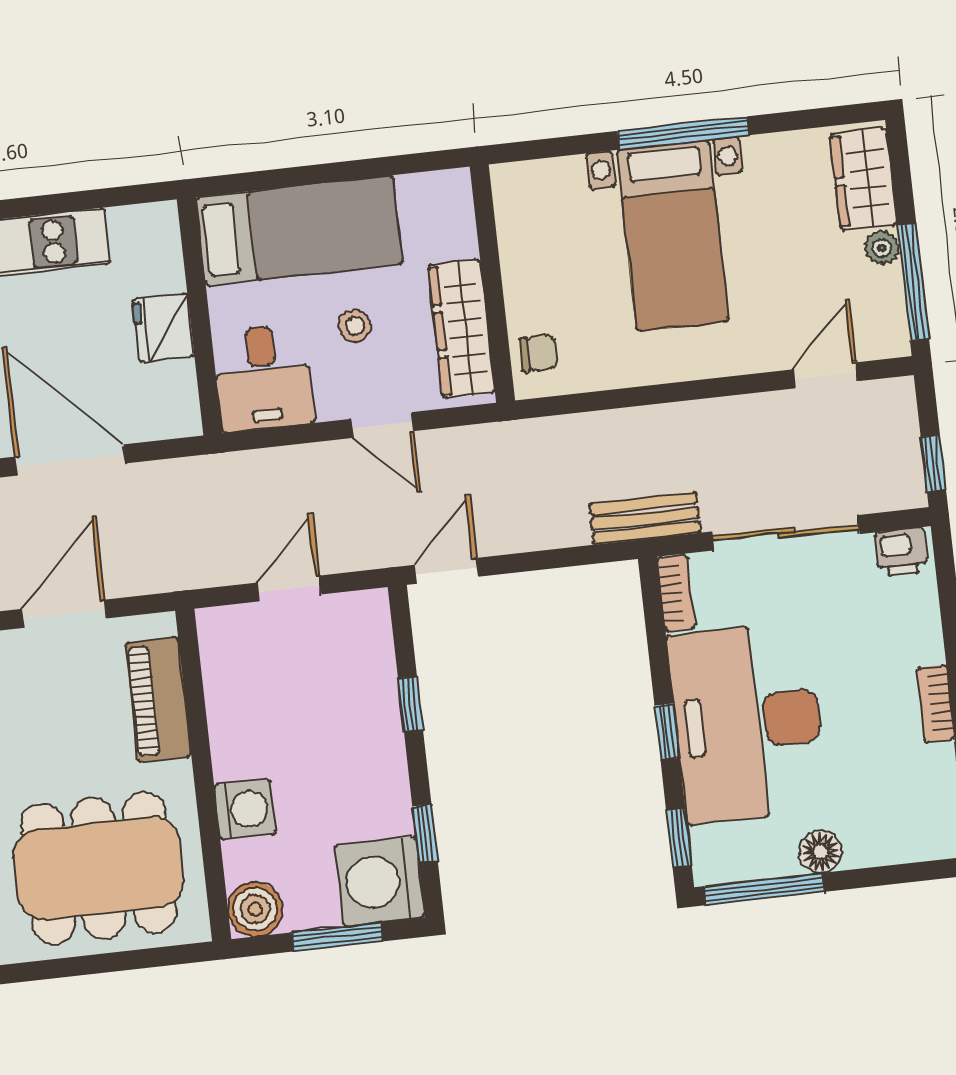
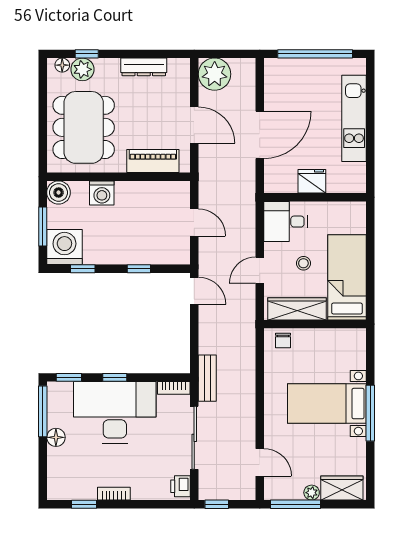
bed: (299, 231) -> (347, 277), moved, turned 180

